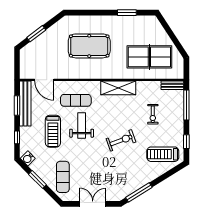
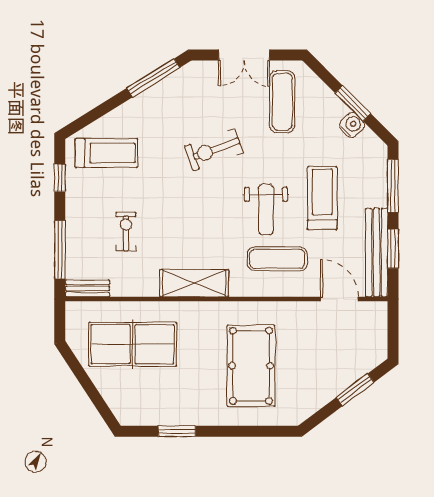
pool table: (89, 46) -> (251, 366), turned 90
window: (17, 137) -> (393, 186), width x2.17
exercise bike: (121, 140) -> (214, 150), moved
water cooler: (28, 158) -> (352, 125), moved
exercise mat: (63, 177) -> (282, 102), moved

